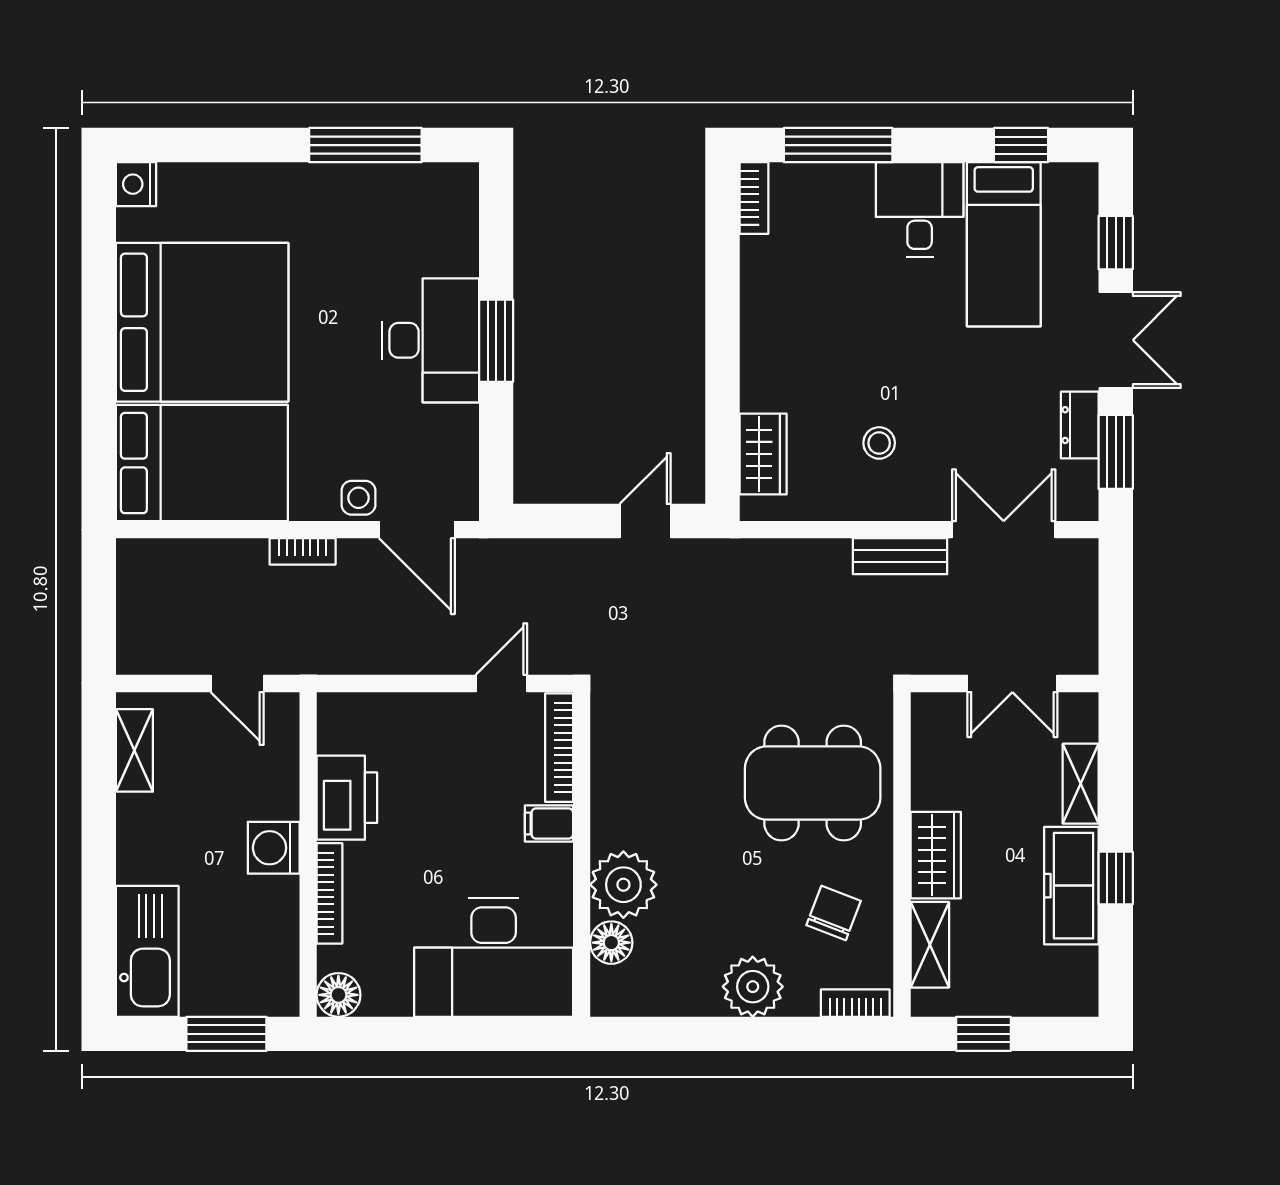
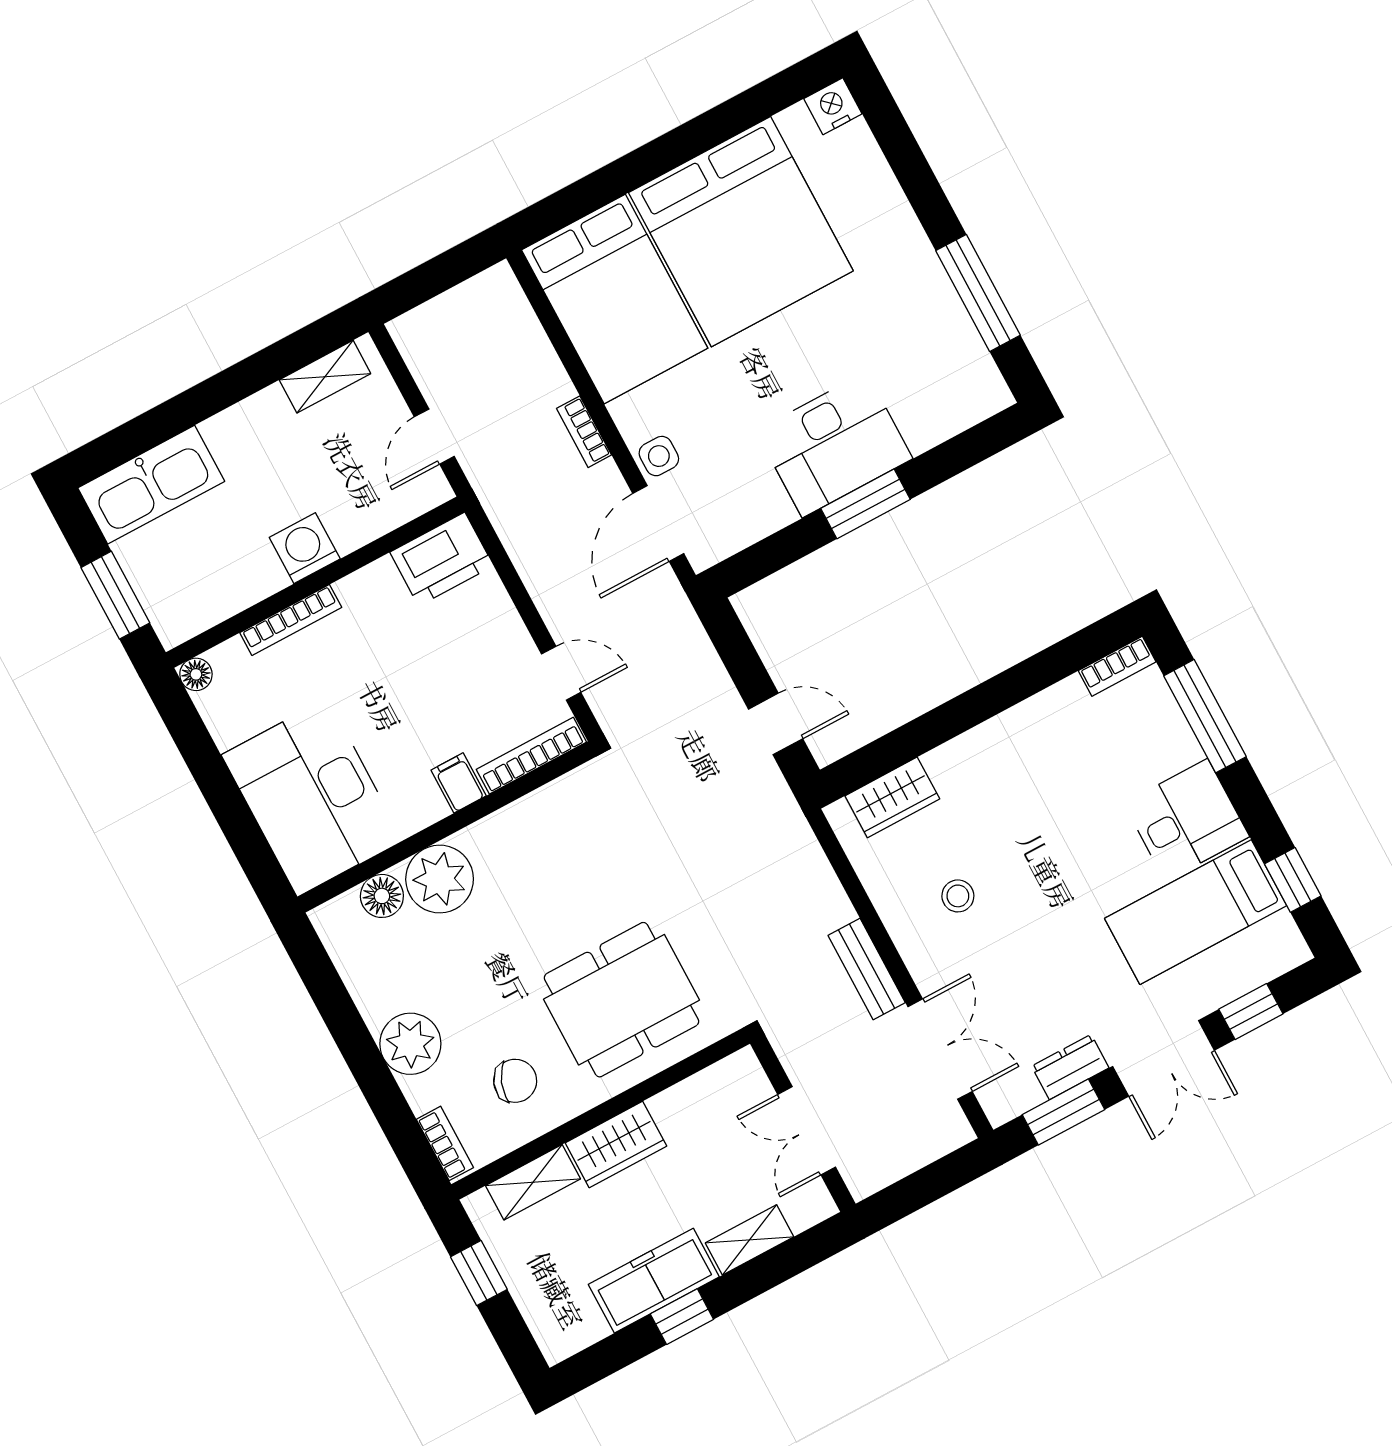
dining table: (813, 783) -> (621, 1000), turned 90
printer: (347, 798) -> (442, 559), moved
floor lamp: (338, 995) -> (196, 674), width x0.73, depth x0.73

